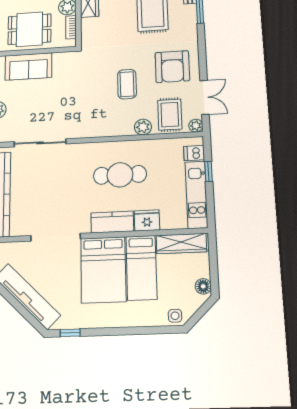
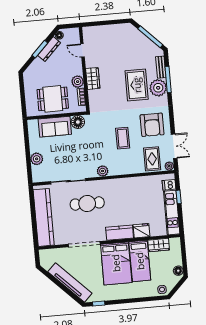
plant: (184, 17) -> (158, 88), added
floor lamp: (63, 61) -> (78, 122), added
plant: (143, 127) -> (103, 171), moved
cafe table: (120, 175) -> (87, 203), moved
wardrobe: (181, 244) -> (159, 245), width x0.67

